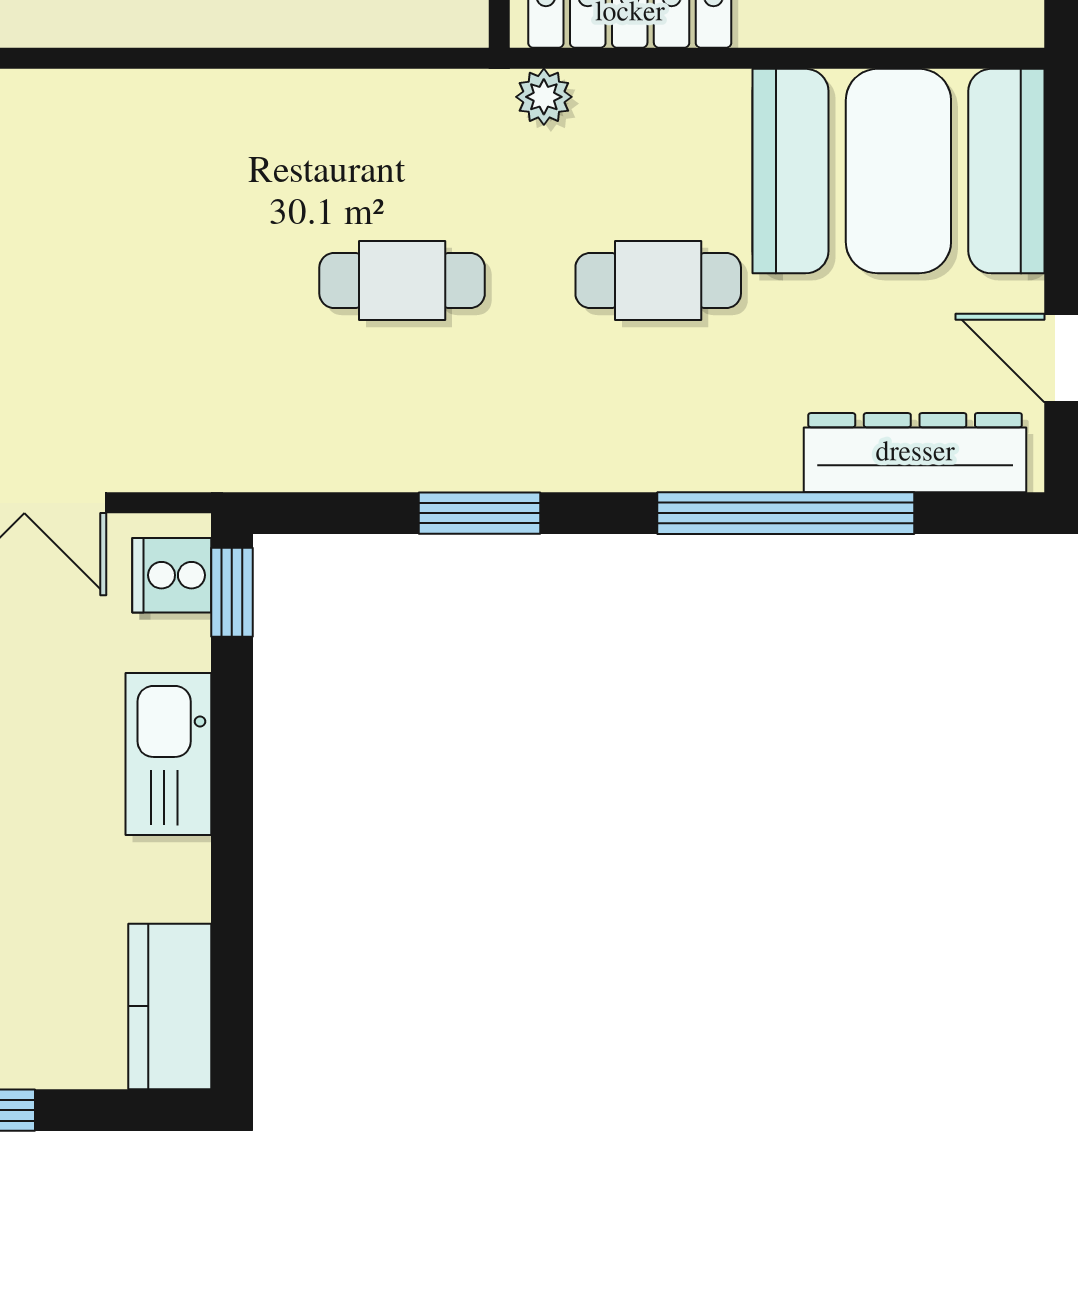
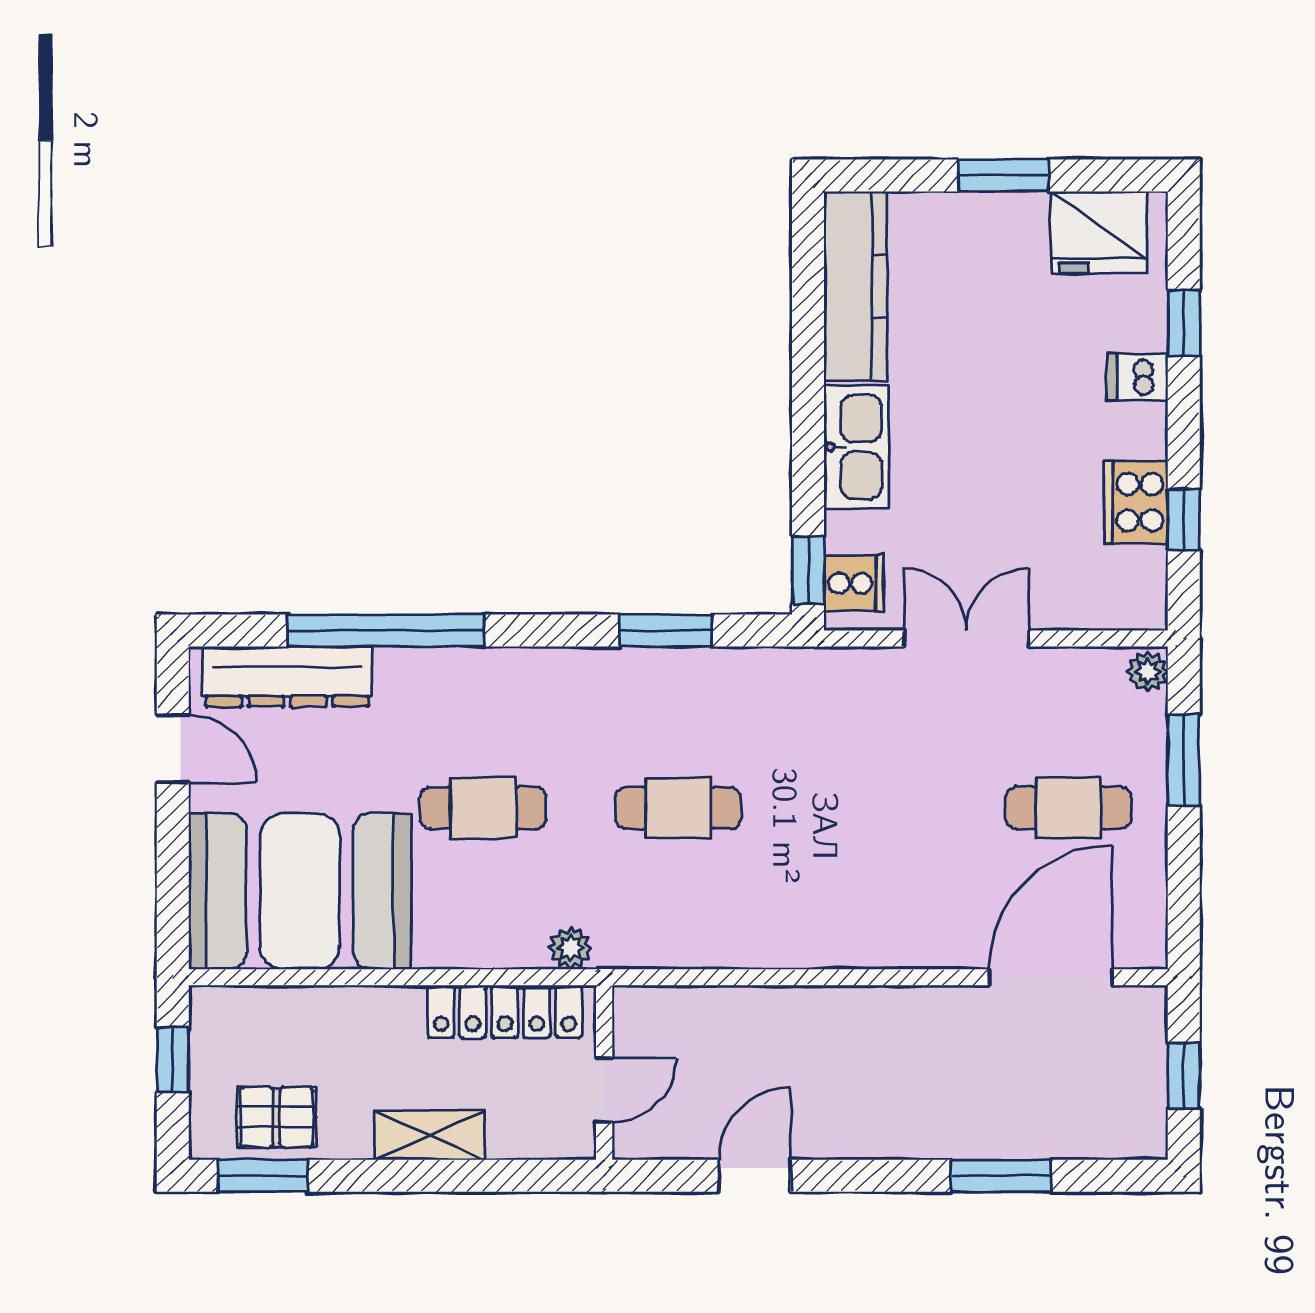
window: (480, 513) -> (666, 631), moved
kitchen counter: (170, 1006) -> (855, 286), width x1.50

